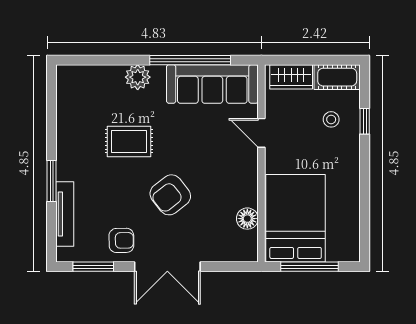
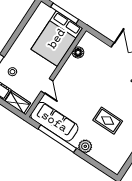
armchair: (170, 195) -> (105, 85), removed

